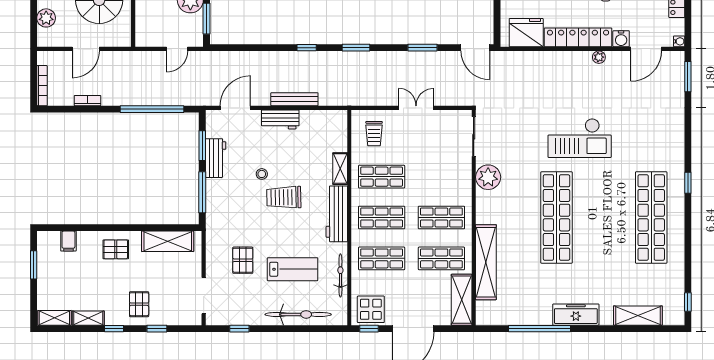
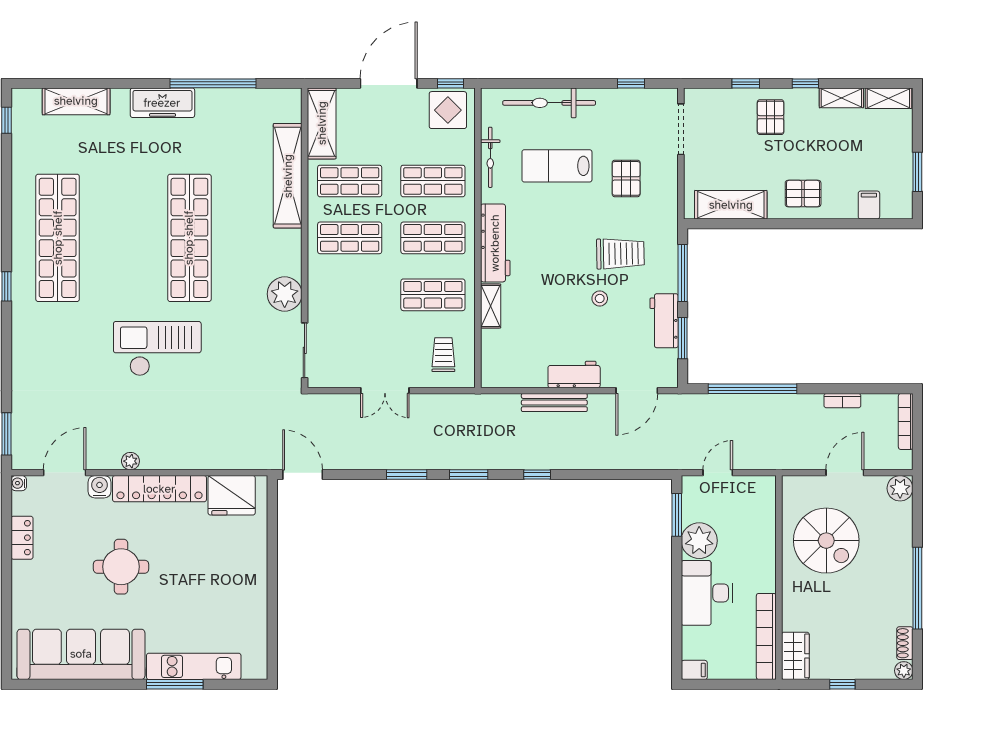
plant: (46, 18) -> (900, 488), moved
window: (422, 48) -> (407, 475), moved
trolley: (284, 197) -> (620, 254), moved

